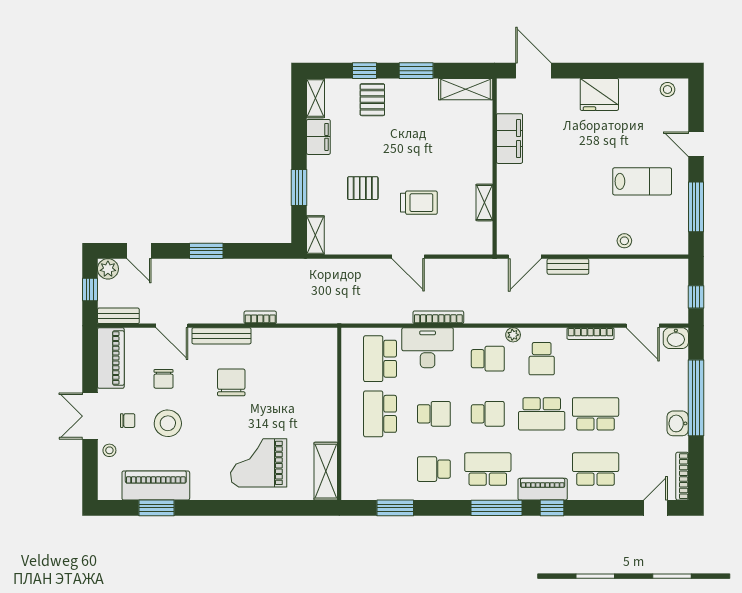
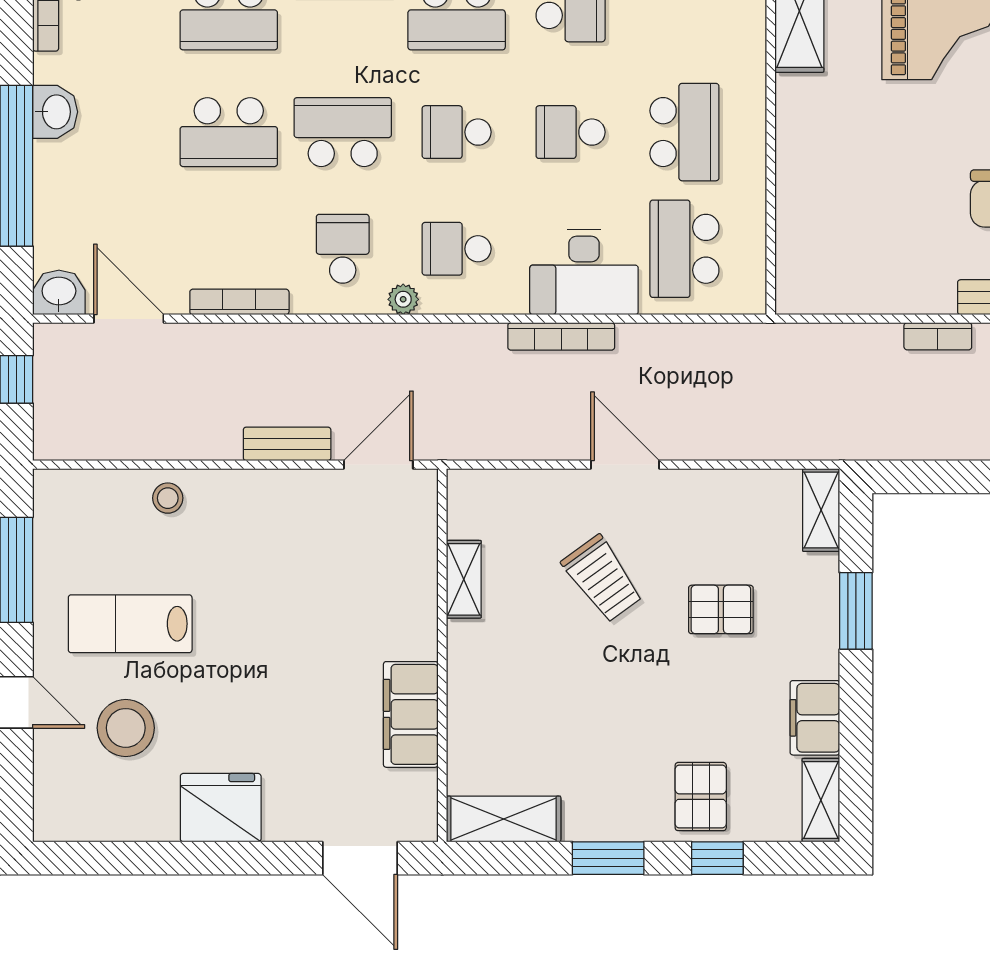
stool: (667, 90) -> (126, 728), moved, width x1.89, depth x1.89
trolley: (419, 203) -> (602, 579), turned -126
school desk: (380, 359) -> (684, 249), turned 180

